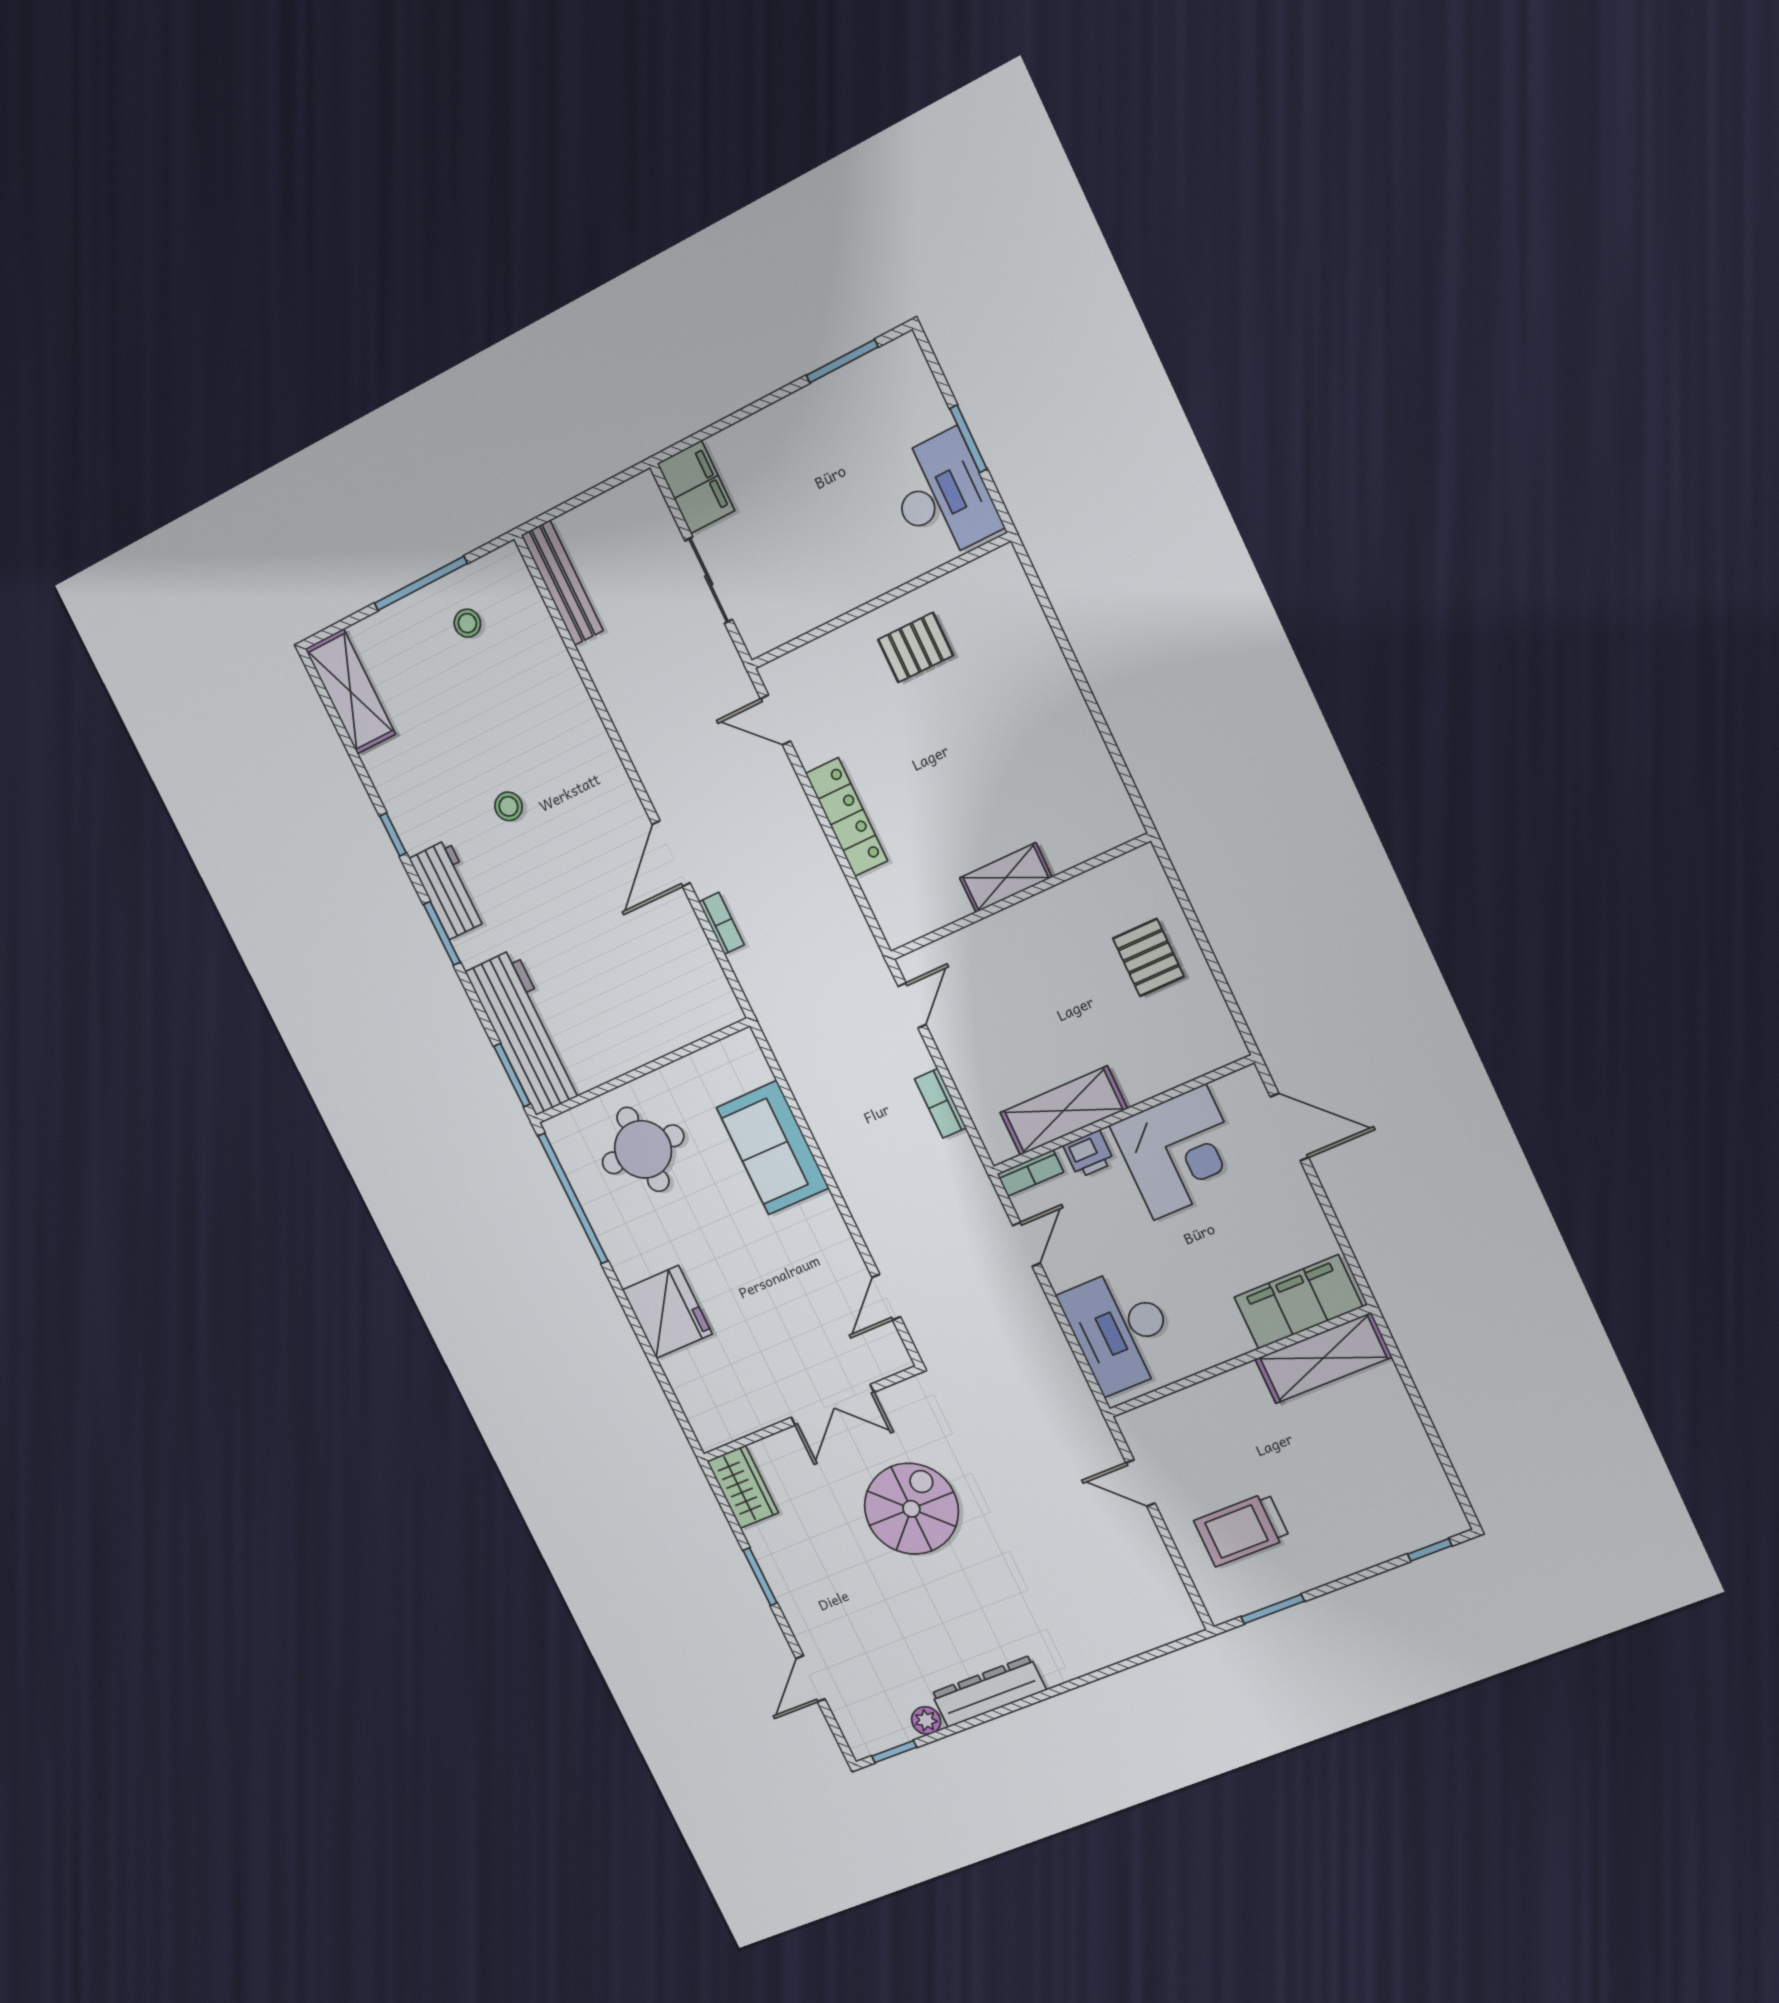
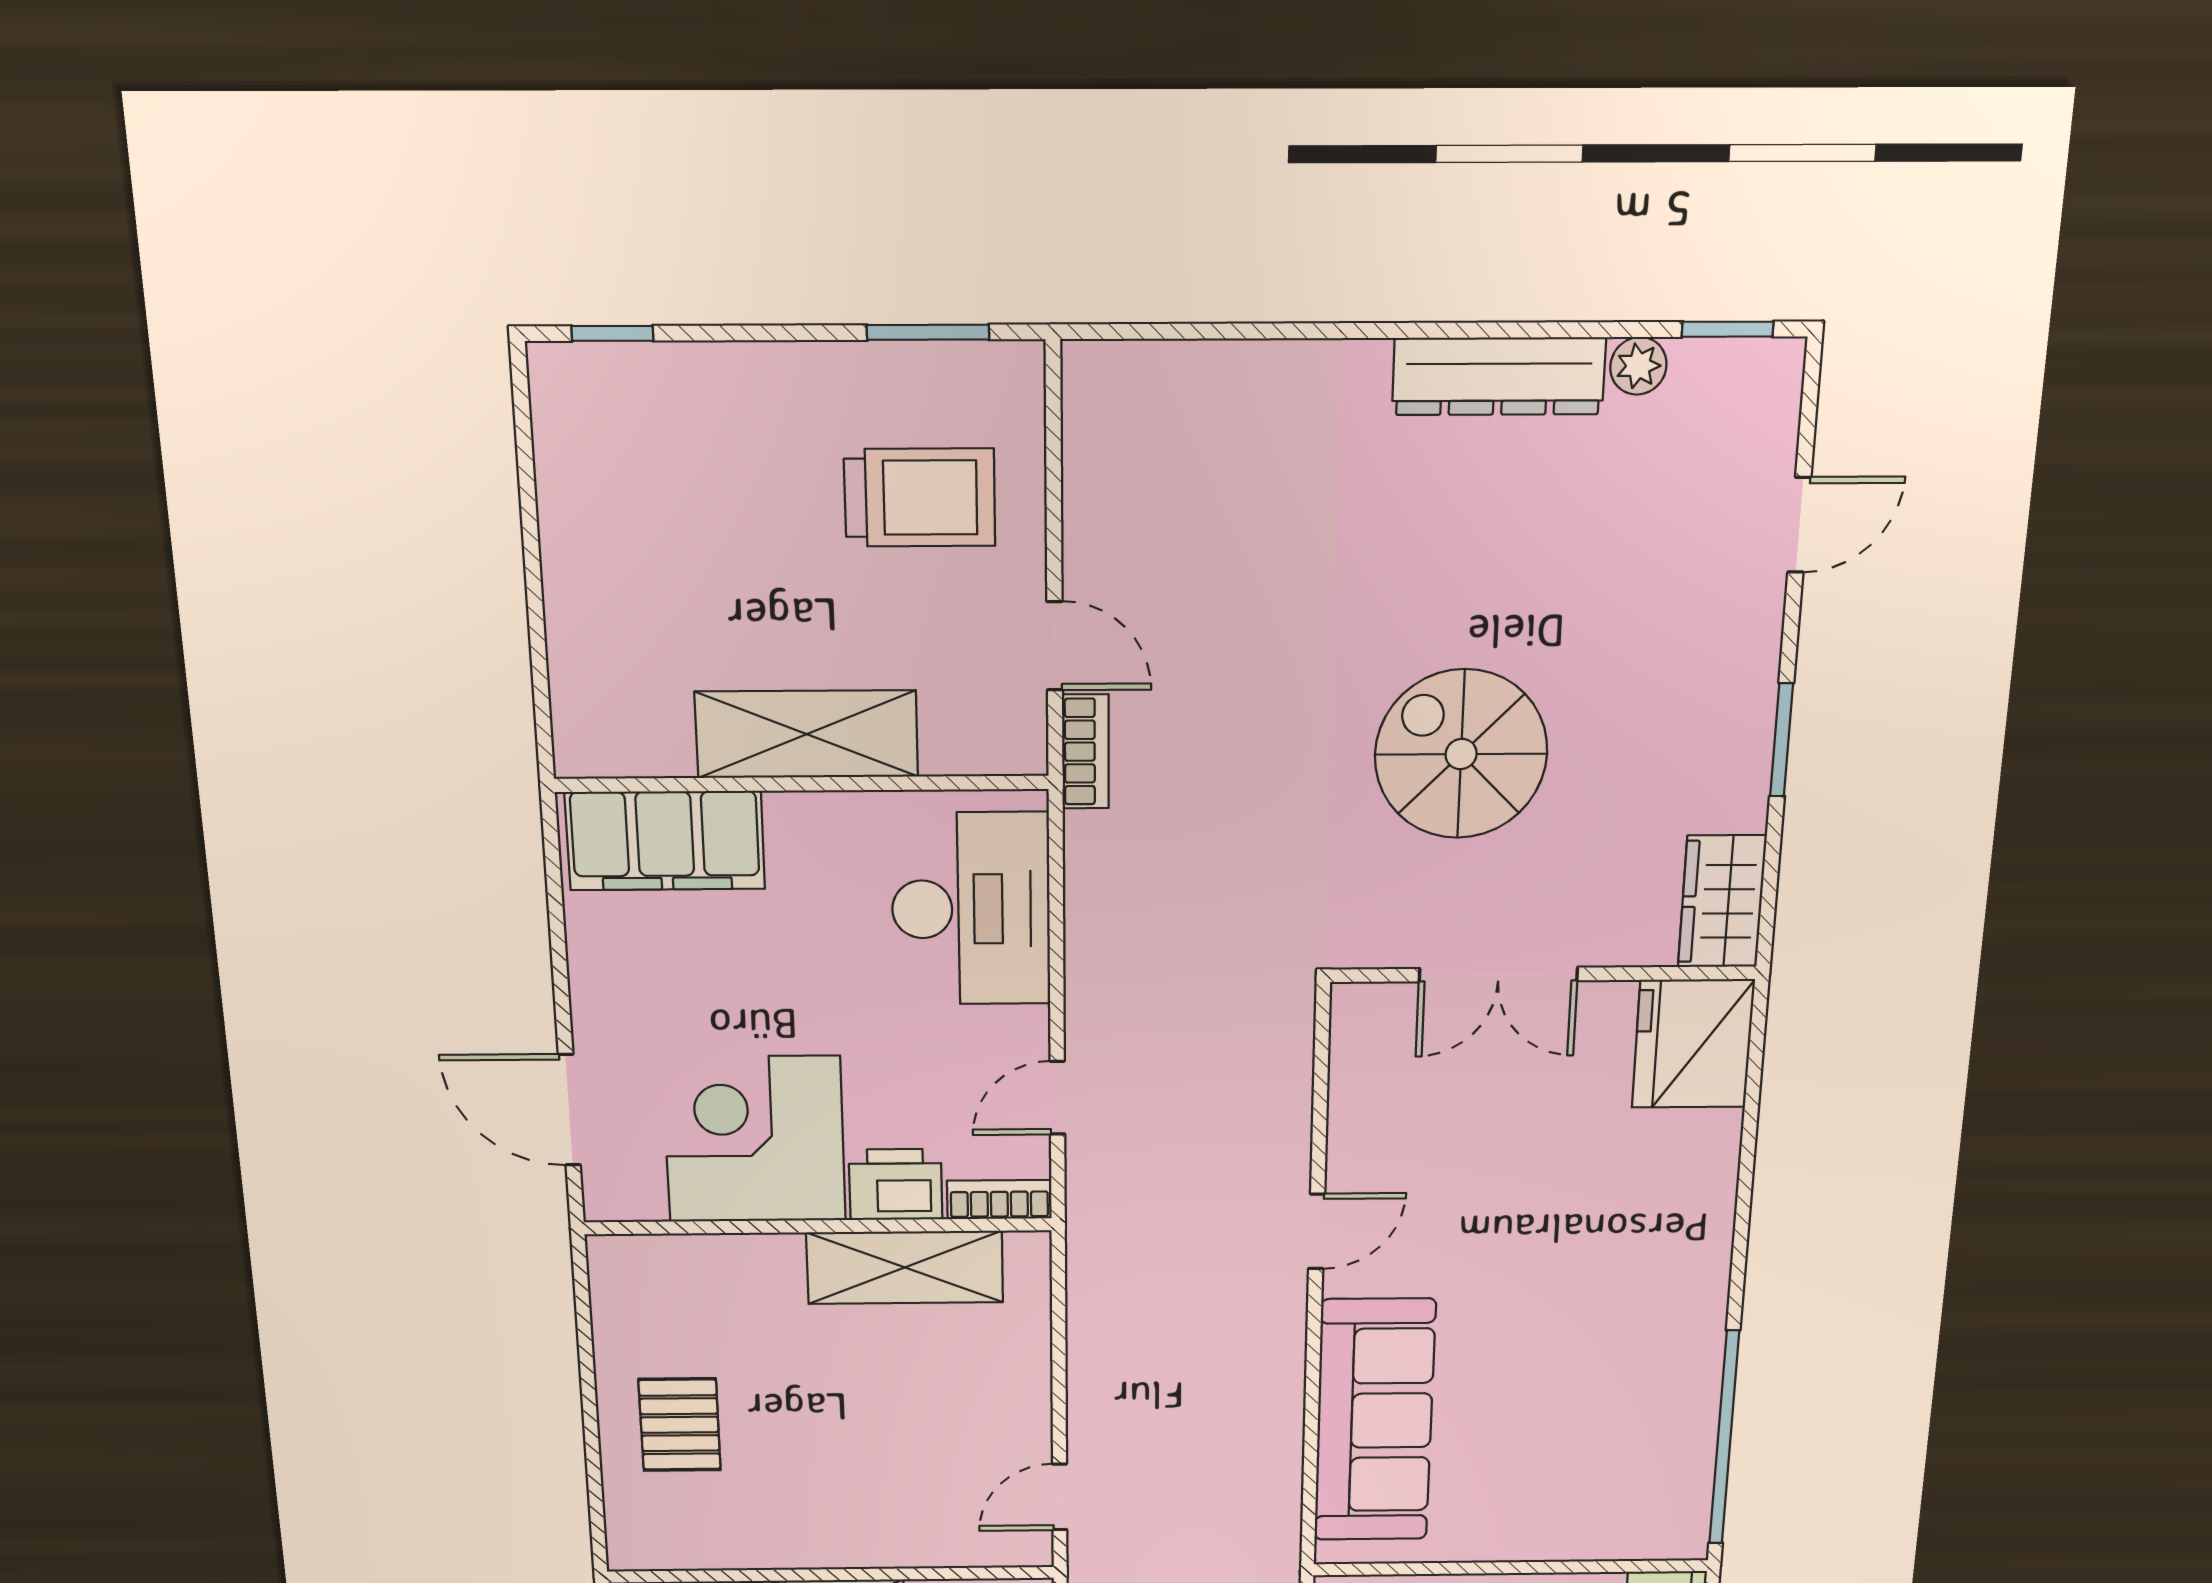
bookcase: (940, 1103) -> (1085, 752), moved
sofa: (773, 1148) -> (1374, 1421), width x1.36
round table: (643, 1149) -> (1574, 1463), removed
printer: (1089, 1154) -> (896, 1185), width x1.36, depth x1.24
door: (886, 1297) -> (1317, 1231), moved
fridge: (667, 1312) -> (1693, 1044), moved
shelving: (1323, 1358) -> (807, 734), moved
double door: (832, 1405) -> (1498, 975), swing flipped
spiral stairs: (911, 1509) -> (1461, 754), turned 90

